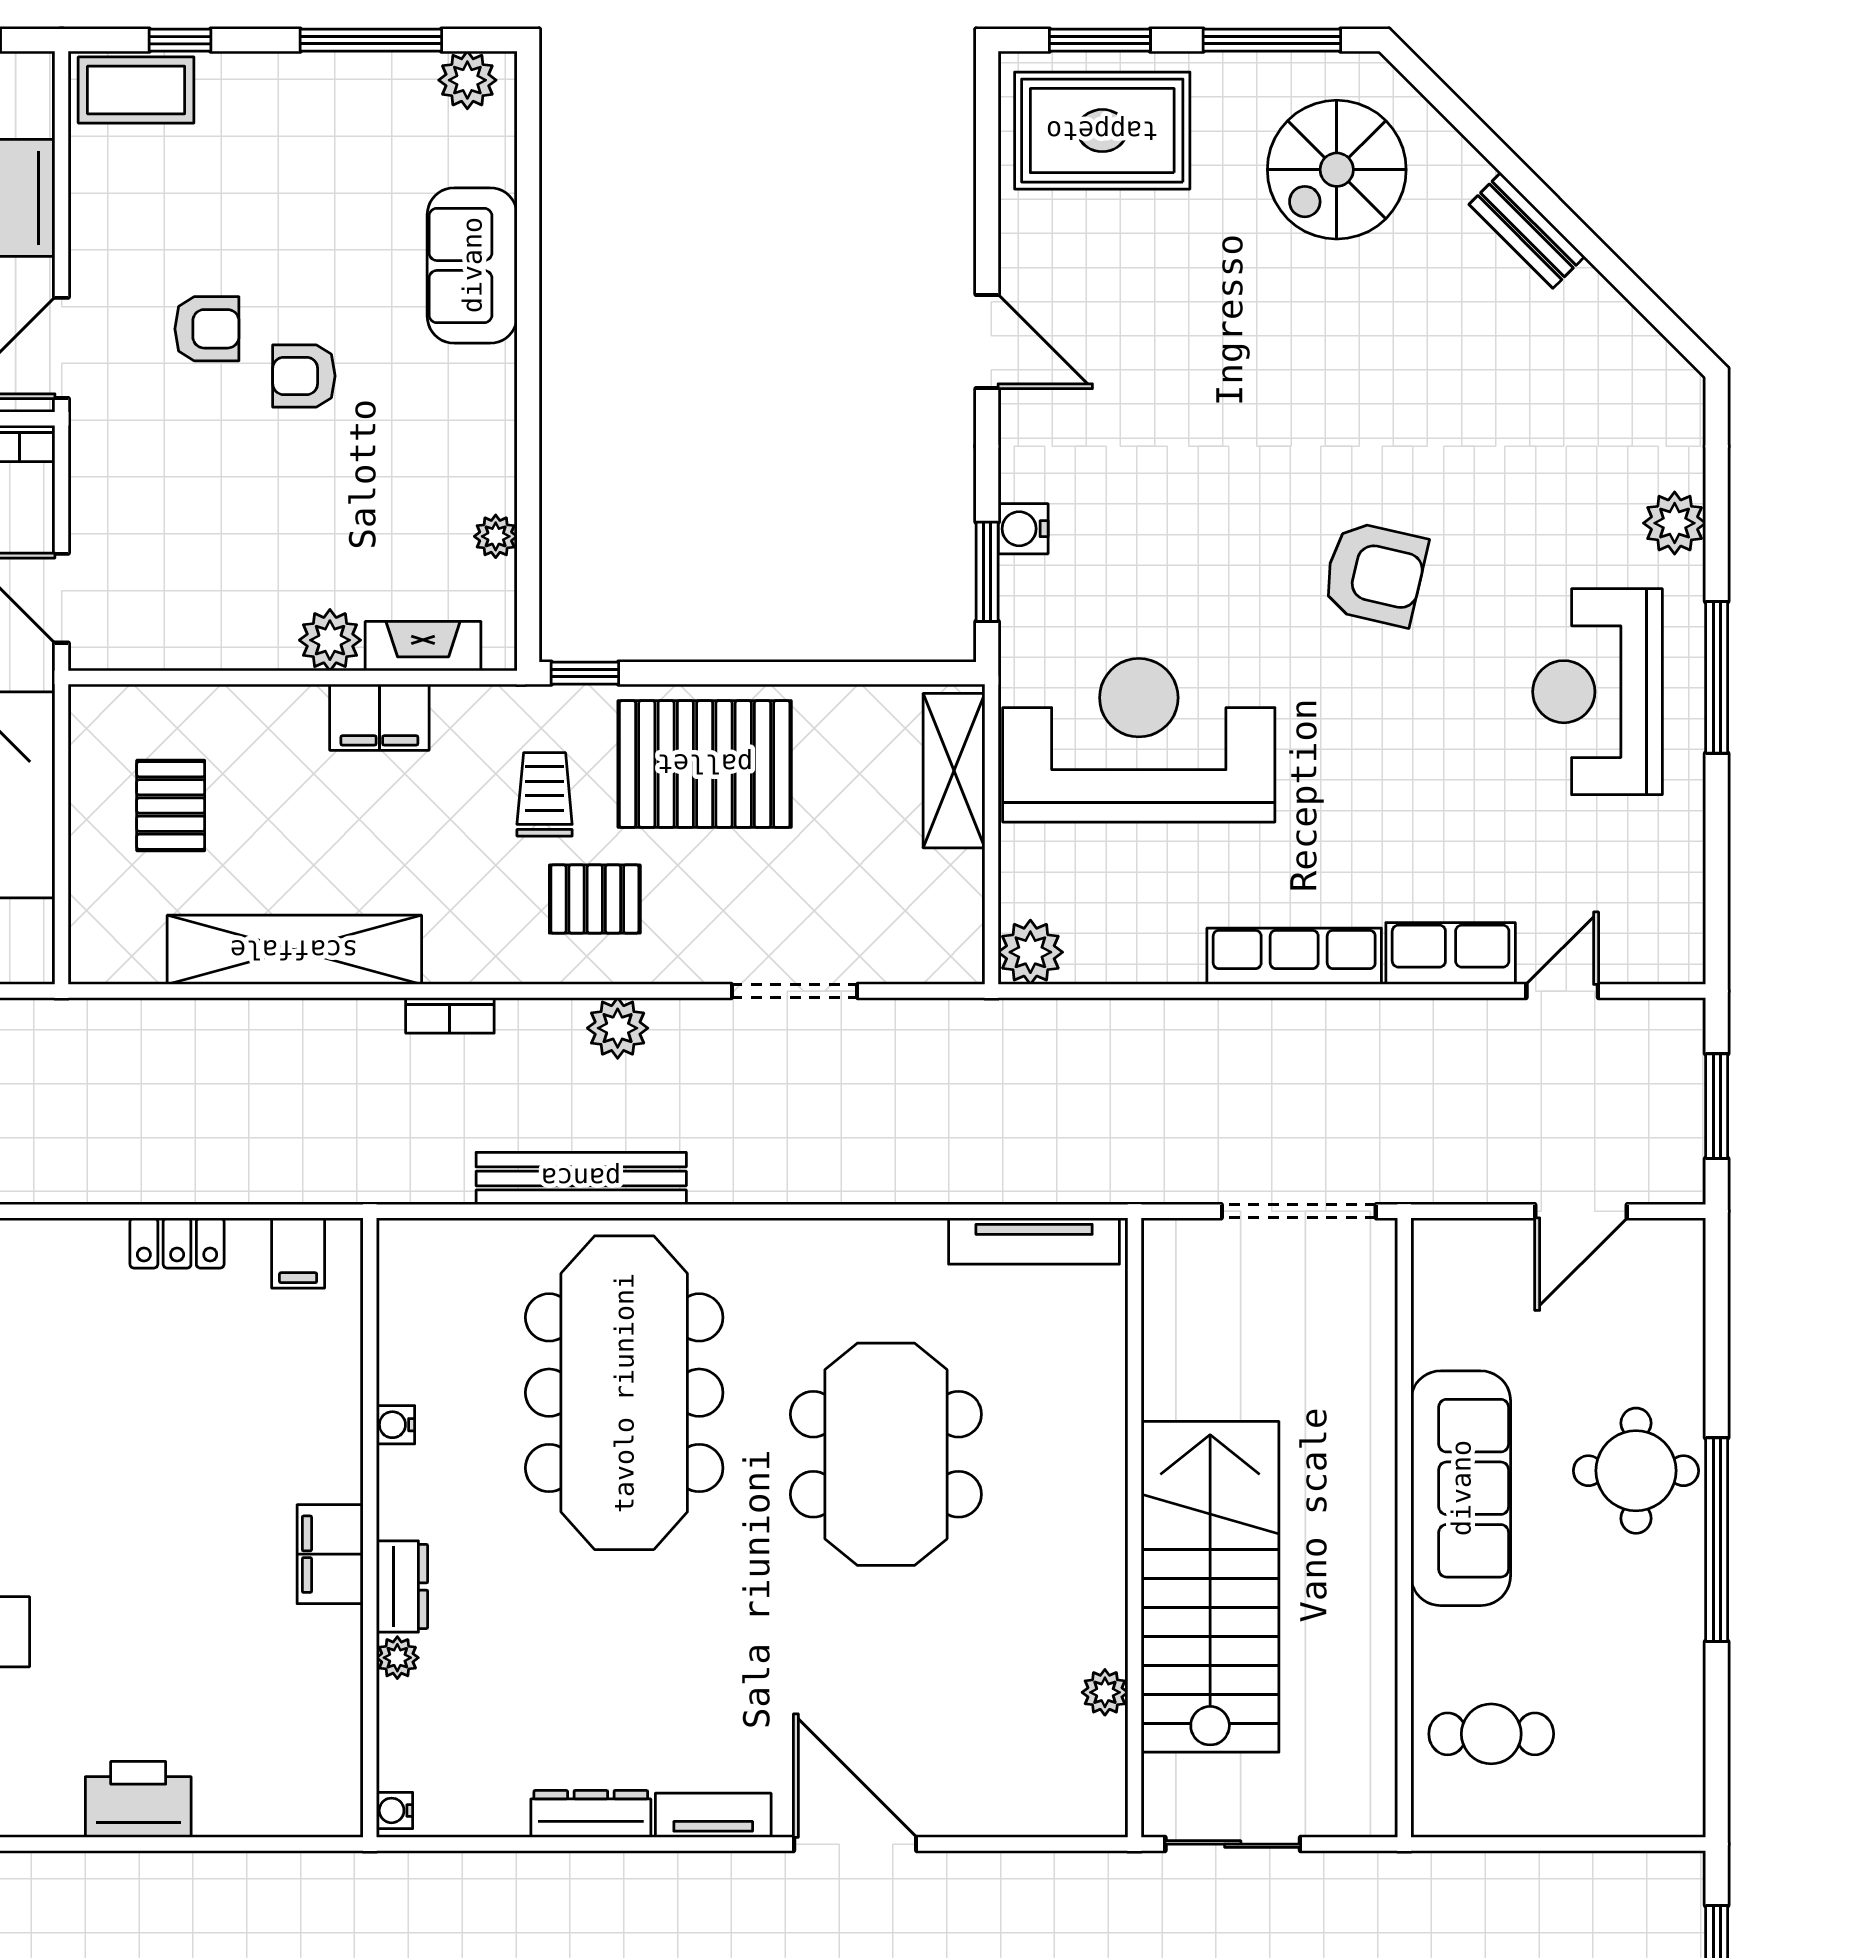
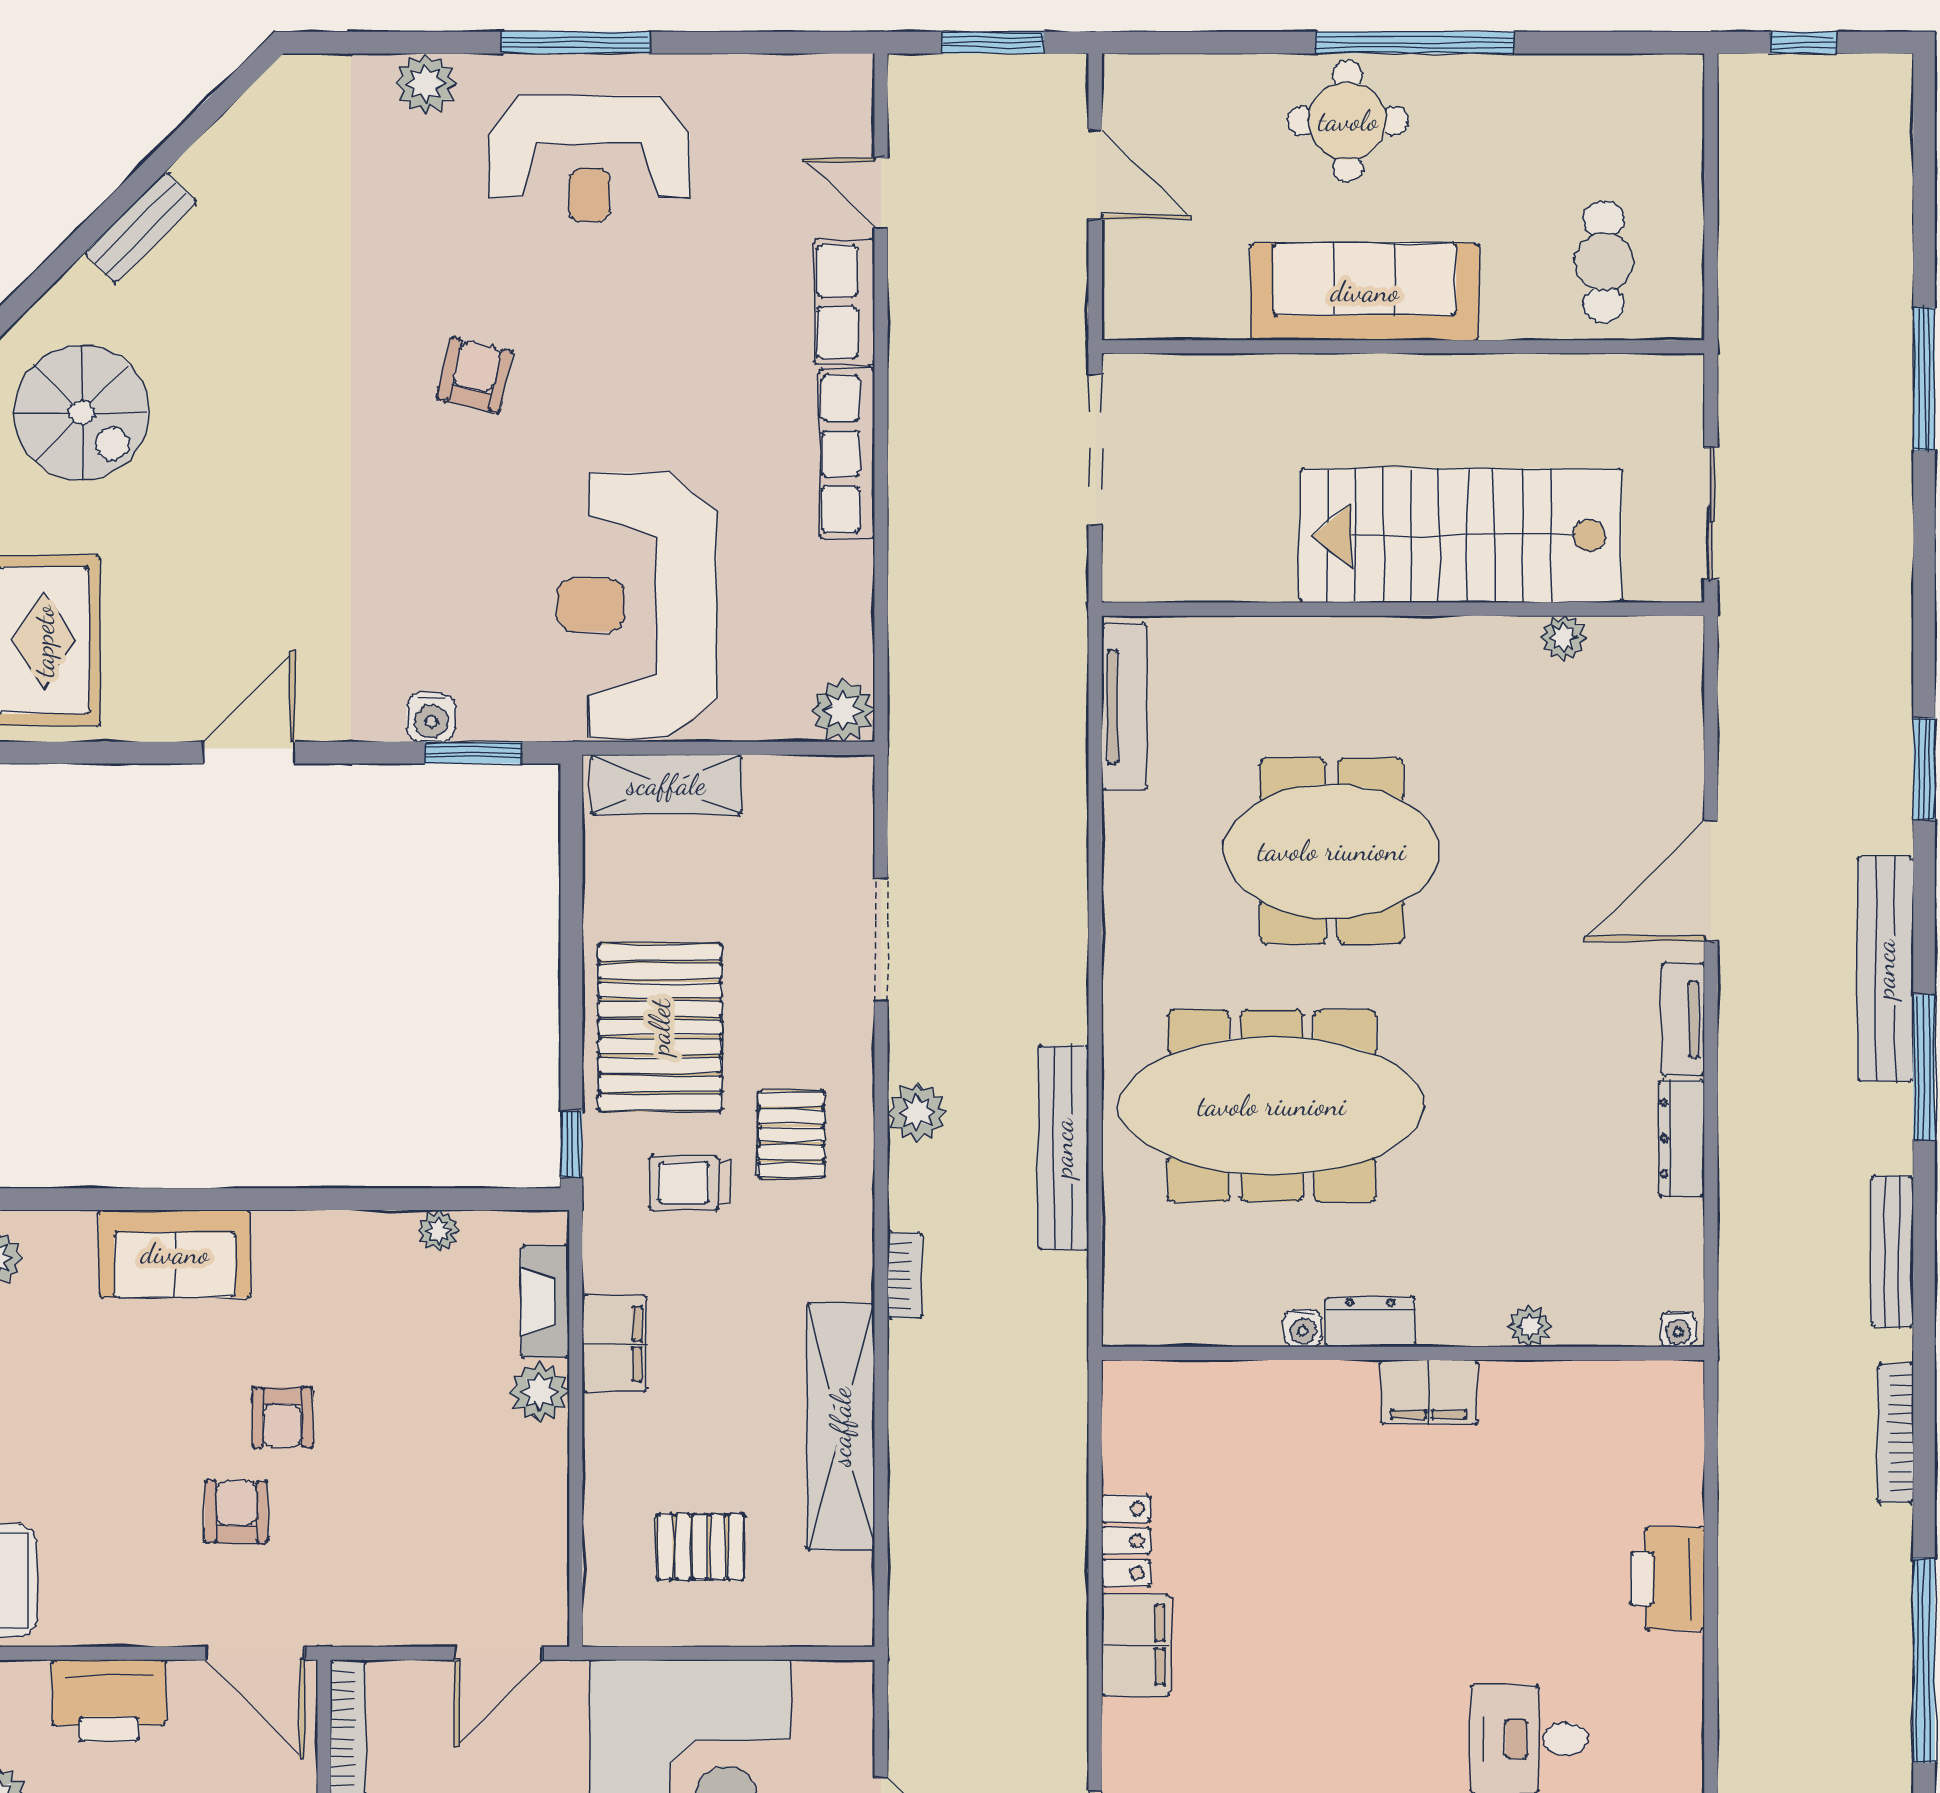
armchair: (1375, 574) -> (475, 375), width x0.72, depth x0.72
filing cabinet: (298, 1253) -> (1136, 1645), moved, width x2.00
dresser: (402, 1586) -> (1370, 1322), moved

